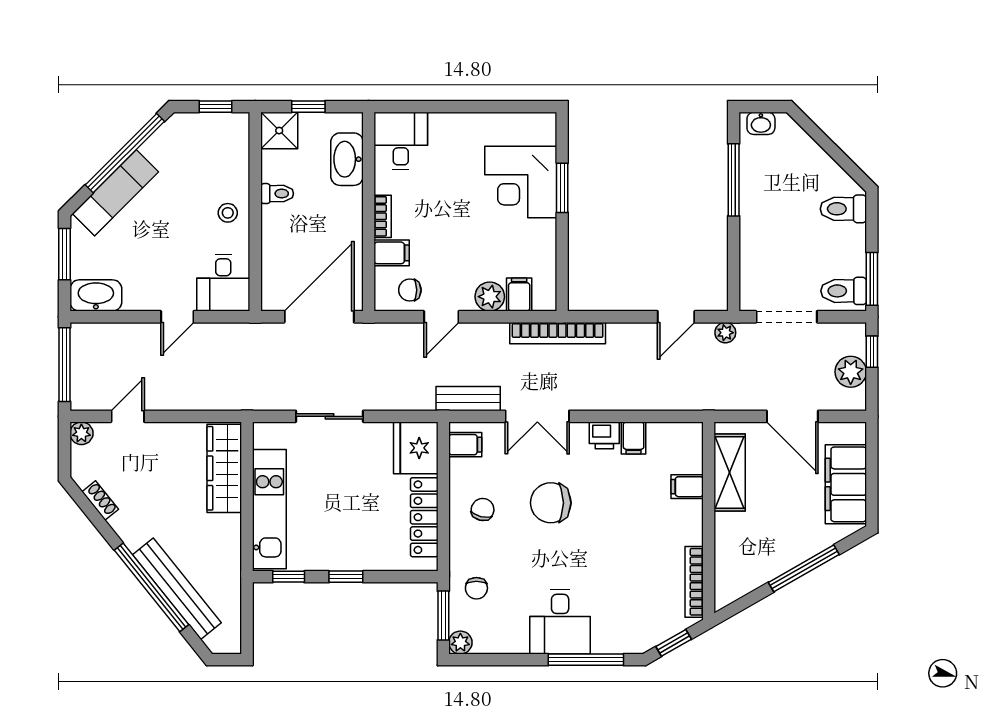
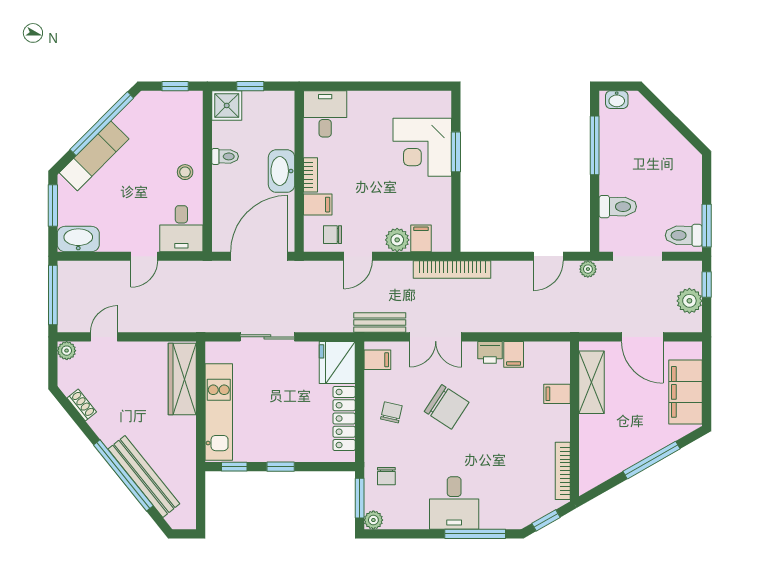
washbasin: (347, 159) -> (282, 171), moved
toilet: (843, 209) -> (618, 207), moved, turned 180
chair: (551, 503) -> (447, 407), turned -147

